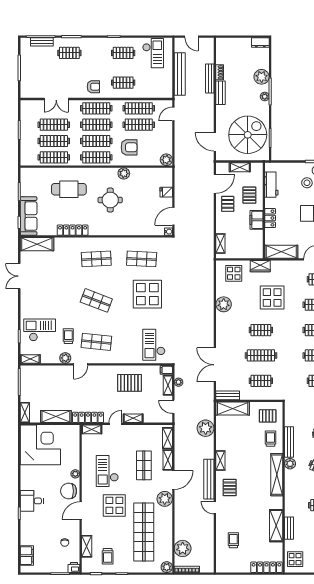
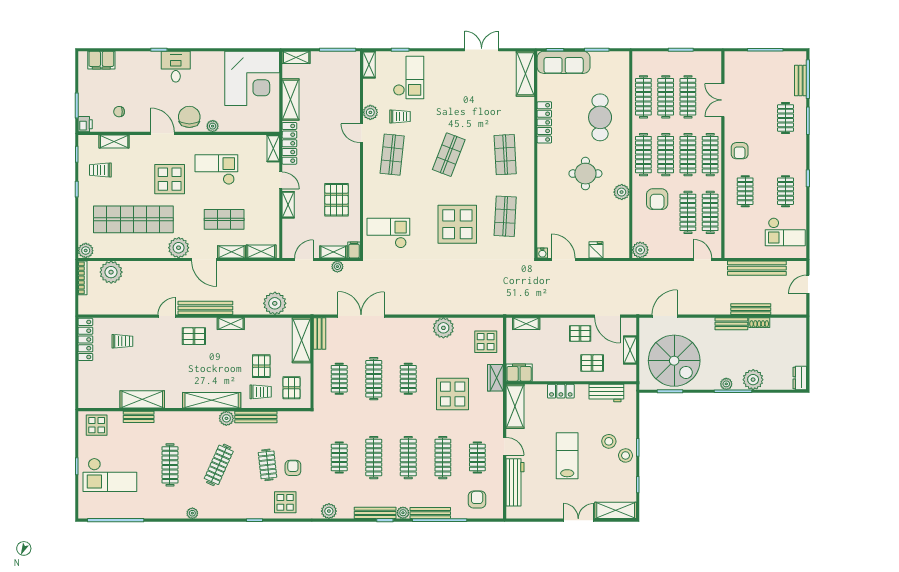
filing cabinet: (256, 220) -> (519, 373), moved
pallet: (252, 438) -> (261, 366), added
locker: (266, 567) -> (85, 339), moved

